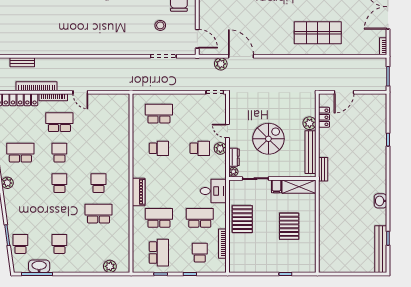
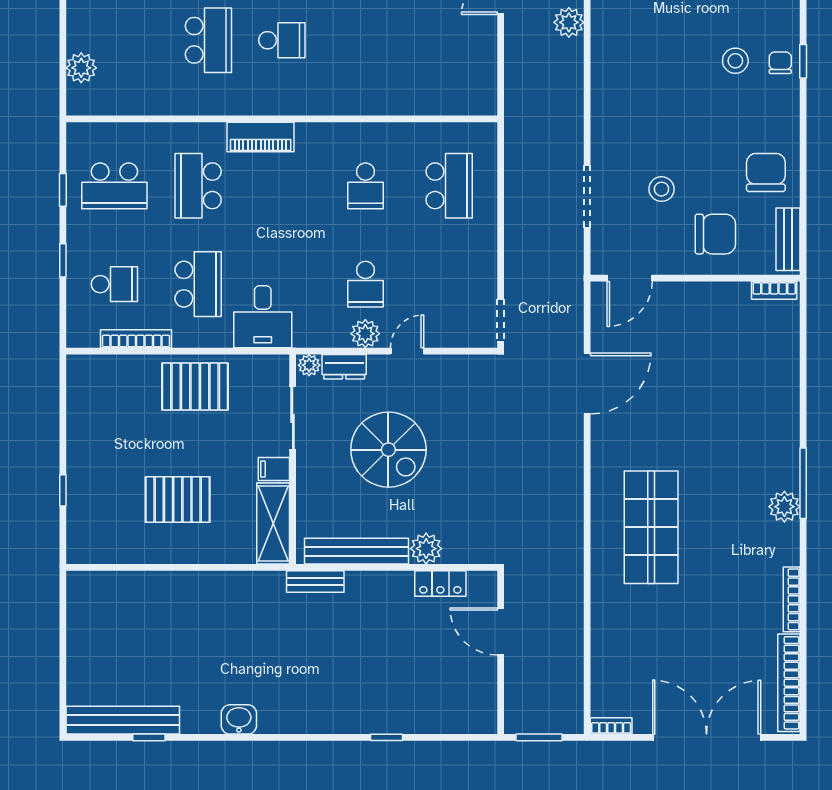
shop shelf: (318, 33) -> (651, 527), moved
plant: (221, 64) -> (569, 22), moved
school desk: (159, 218) -> (198, 186), turned 180

